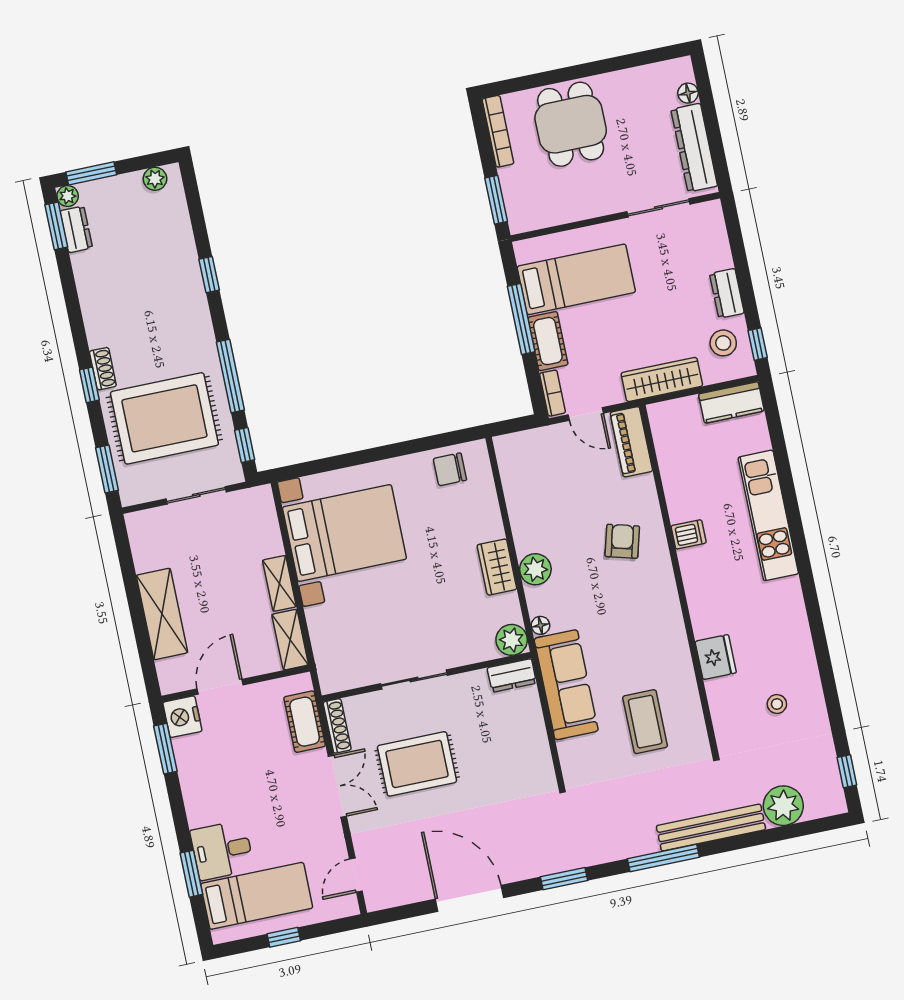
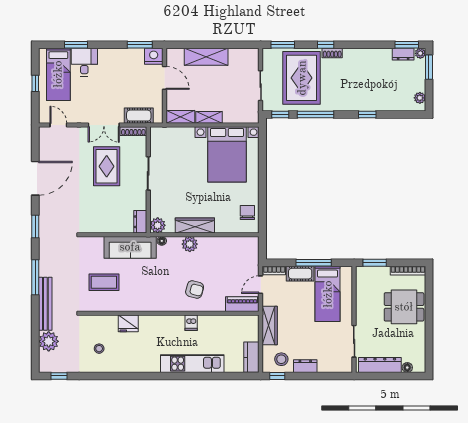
wardrobe: (497, 567) -> (195, 226), width x1.50

